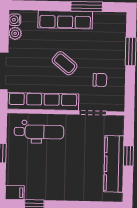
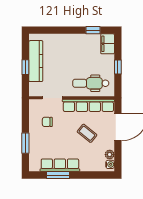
row of seats: (65, 20) -> (60, 165), moved
coffee table: (65, 63) -> (87, 133), moved
filing cabinet: (15, 193) -> (108, 44), width x2.00

